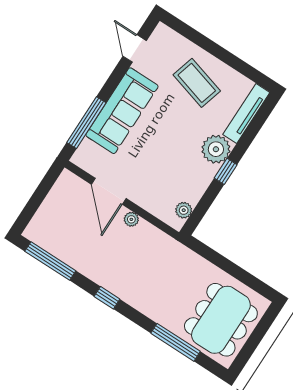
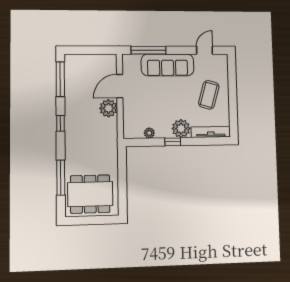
plant: (184, 210) -> (149, 133), moved
plant: (131, 219) -> (108, 108), width x1.88, depth x1.88

